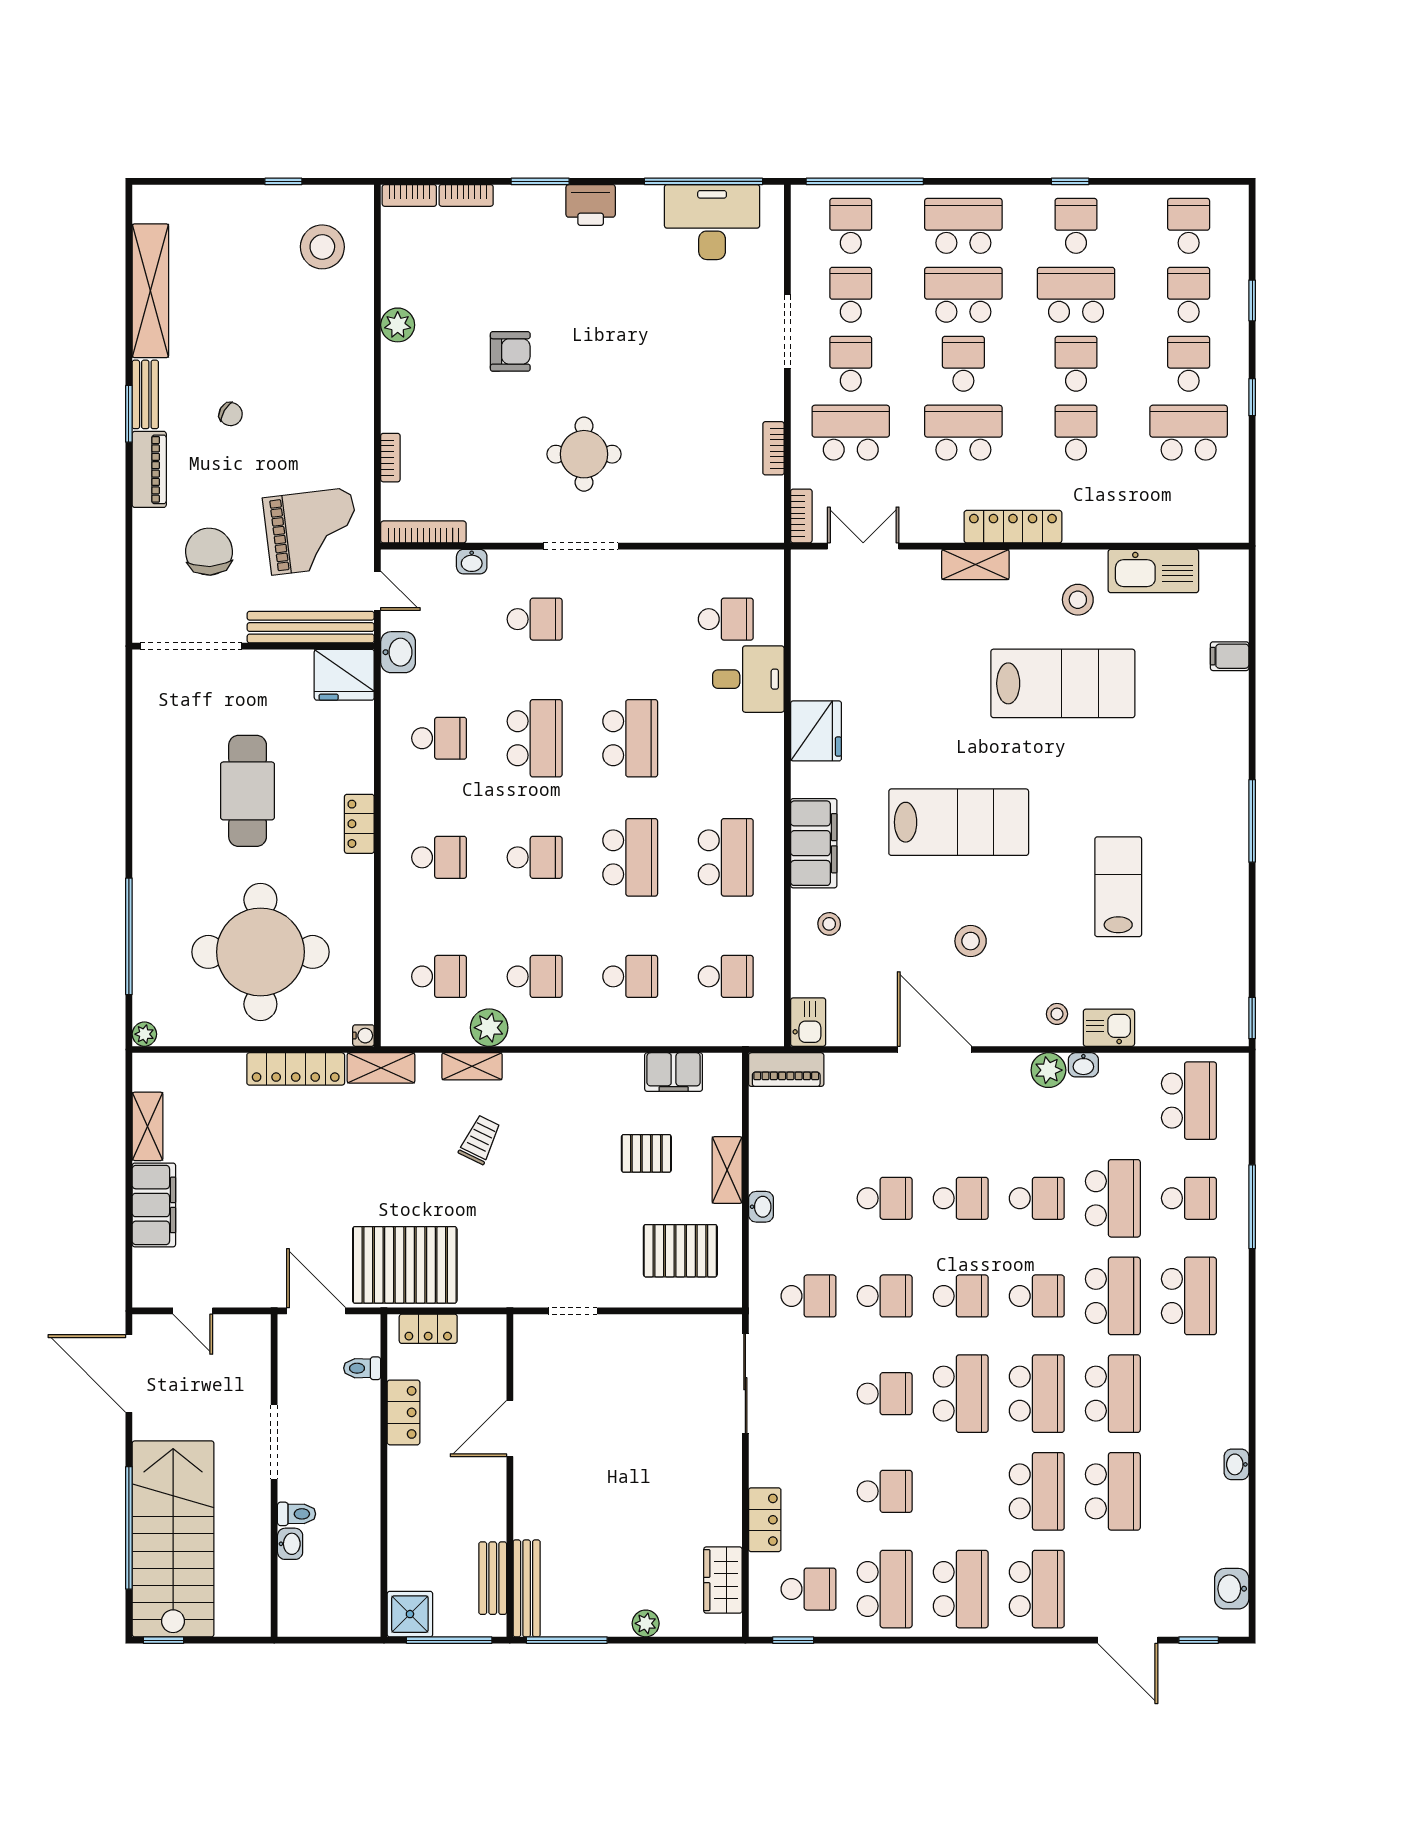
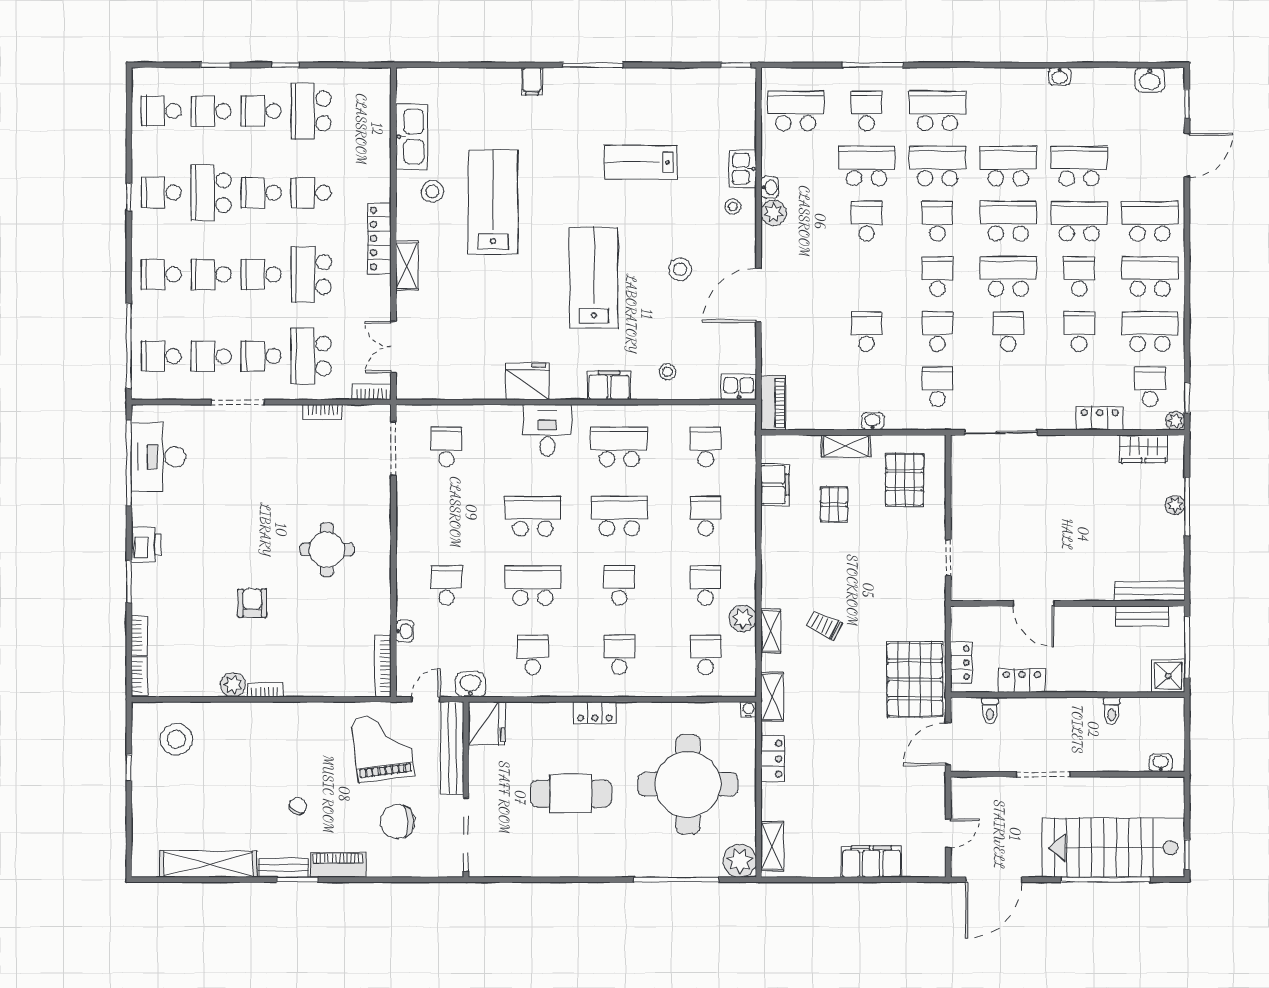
school desk: (963, 226) -> (161, 274), width x0.54
school desk: (963, 295) -> (211, 274), width x0.54
bookcase: (390, 458) -> (265, 690), moved
doorway: (581, 546) -> (393, 449), moved
filing cabinet: (1230, 656) -> (532, 81), moved
desk: (748, 679) -> (547, 430), moved
filing cabinet: (814, 843) -> (609, 385), width x0.67, depth x0.86
plant: (144, 1034) -> (740, 861), width x1.88, depth x1.88
locker: (296, 1069) -> (773, 759), width x0.66
shelving: (148, 1126) -> (772, 846), moved, turned 90
school desk: (961, 1198) -> (1079, 276), moved
toilet: (297, 1514) -> (1112, 711), moved, turned 180
washbasin: (290, 1544) -> (1161, 763), moved
plant: (762, 1624) -> (1175, 421), added
window: (567, 1640) -> (1187, 506), moved

